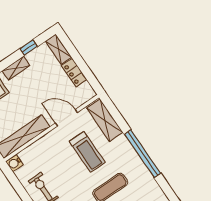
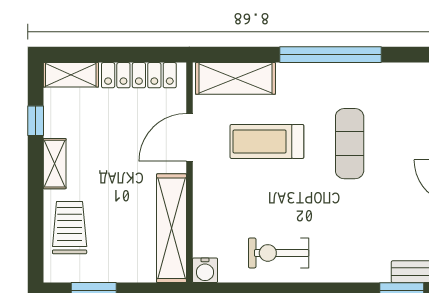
locker: (74, 73) -> (139, 75), width x1.53
treadmill: (87, 152) -> (267, 141), turned 180

